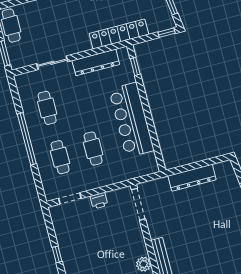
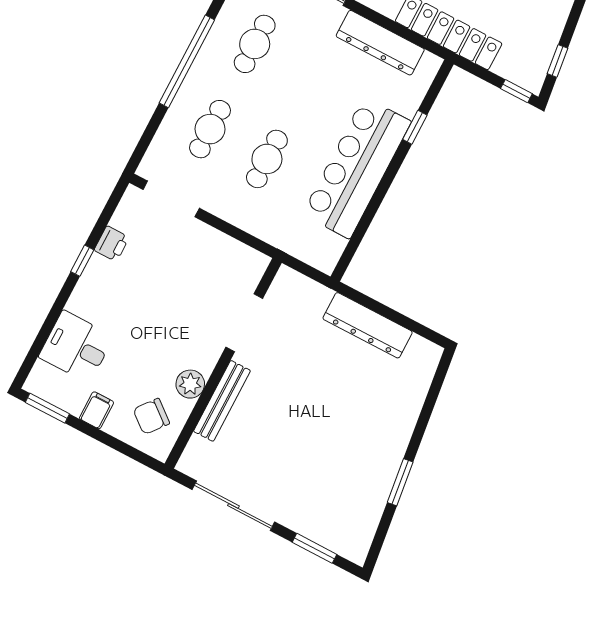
window: (135, 66) -> (415, 127), moved
doorway: (70, 198) -> (171, 199), width x1.38
printer: (99, 201) -> (112, 244), moved, turned -90
doorway: (138, 204) -> (244, 323), moved

